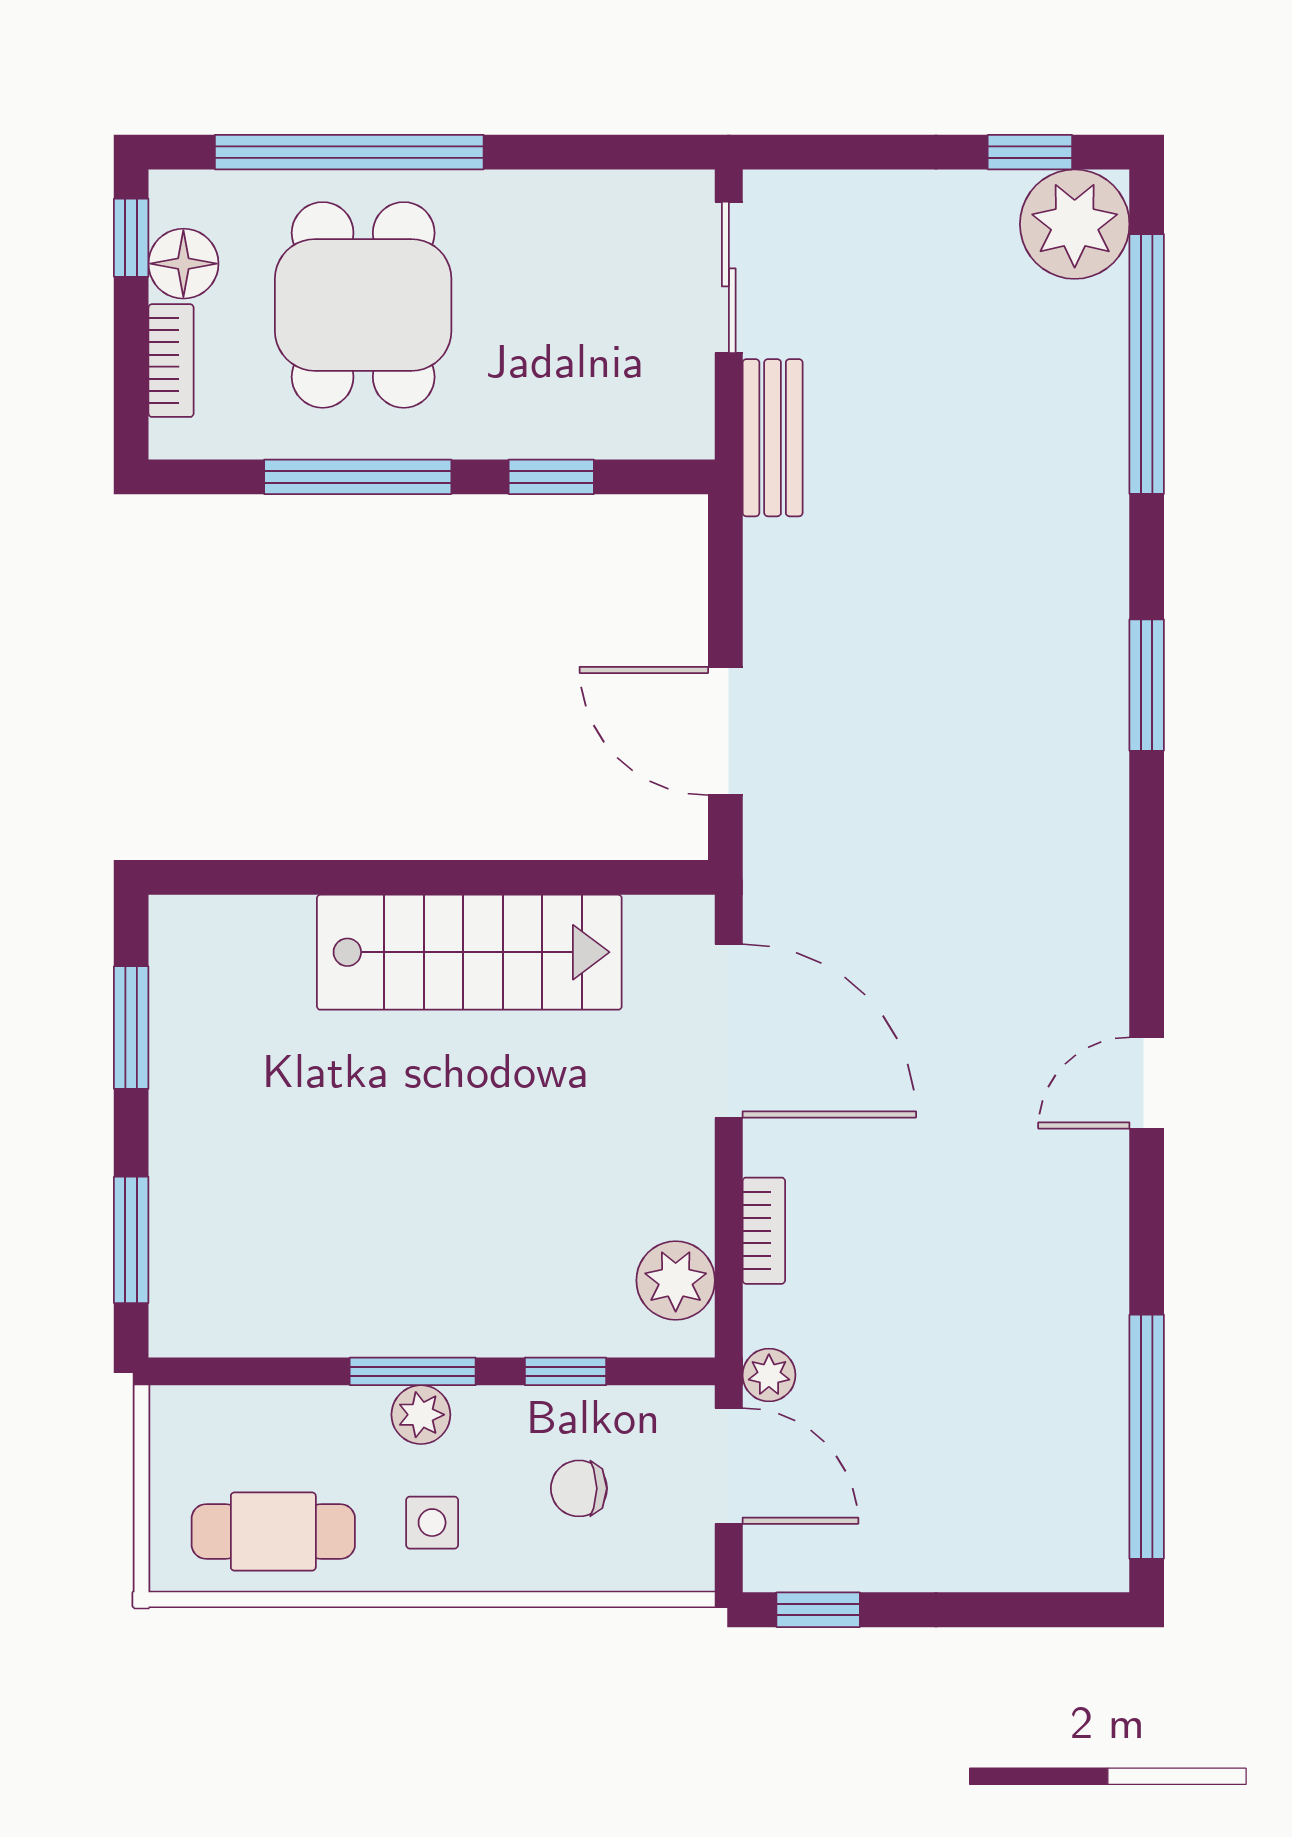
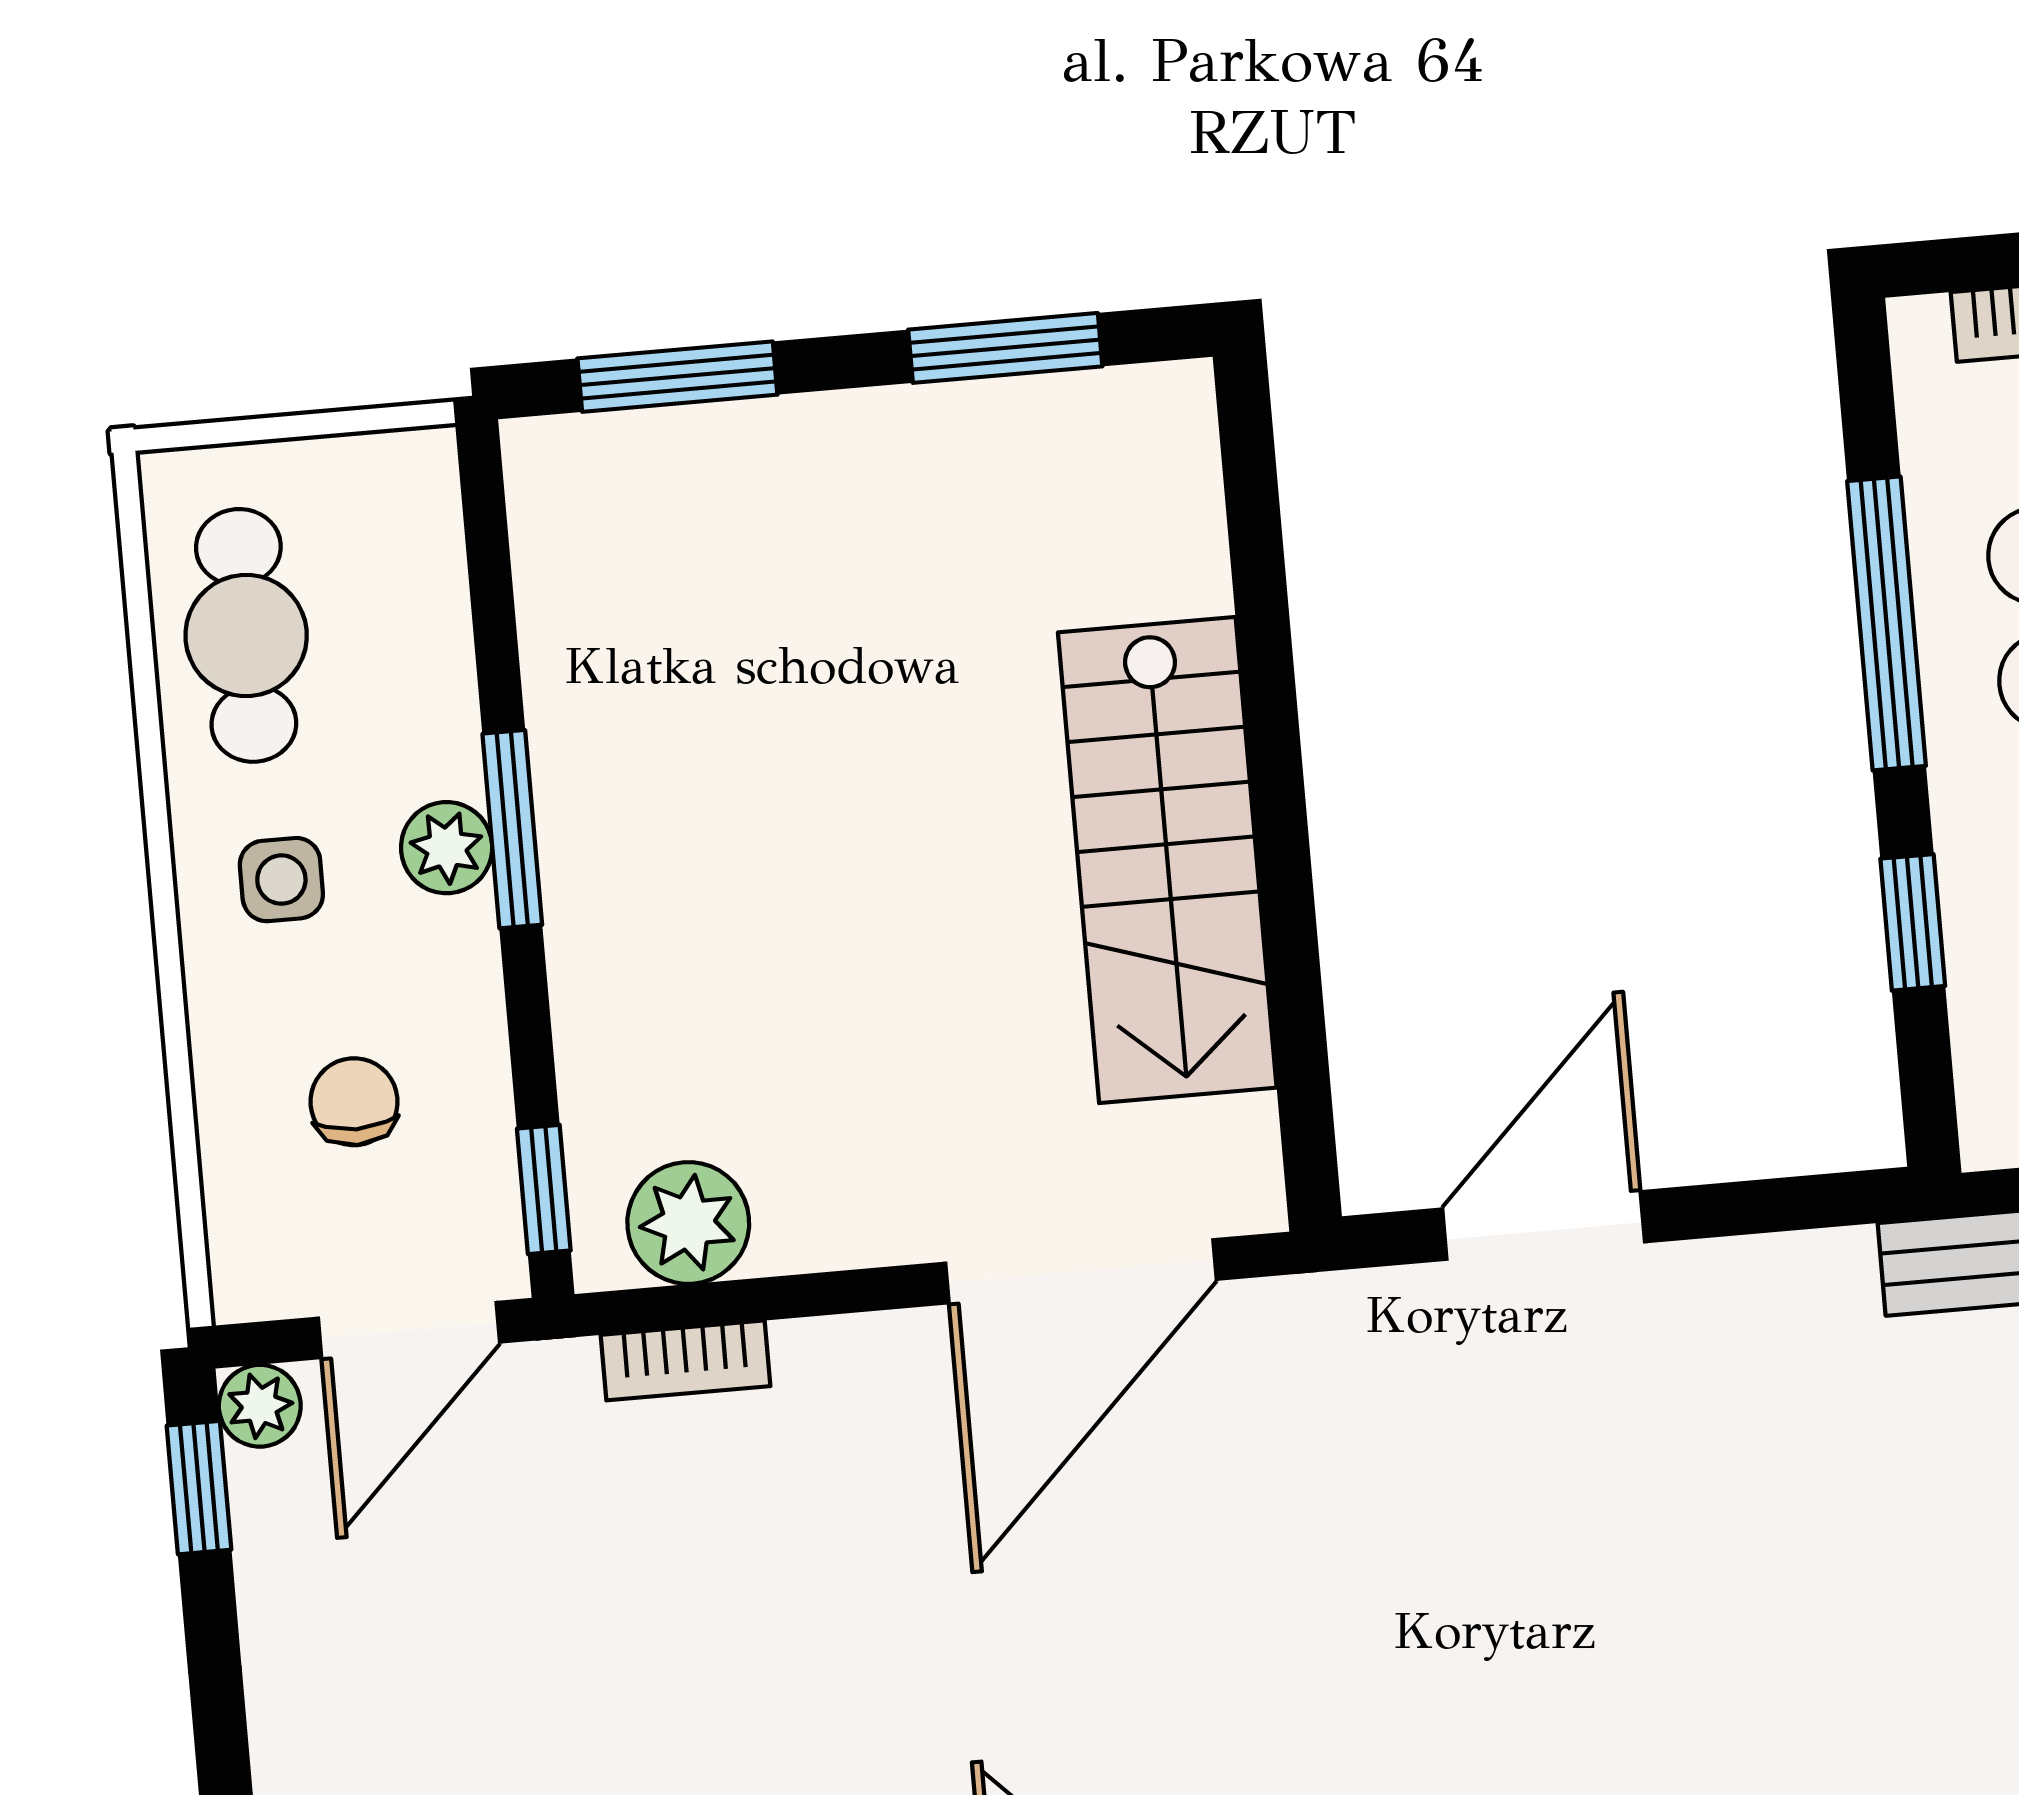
bookcase: (764, 1231) -> (685, 1360), moved
window: (565, 1371) -> (544, 1189), moved
plant: (769, 1375) -> (260, 1406), moved

